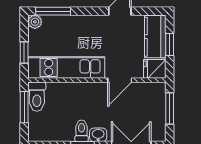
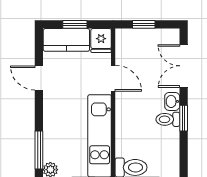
window: (170, 108) -> (144, 24), width x0.67

